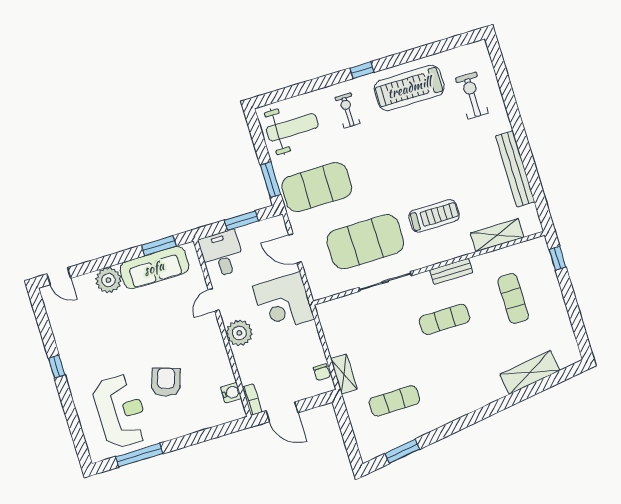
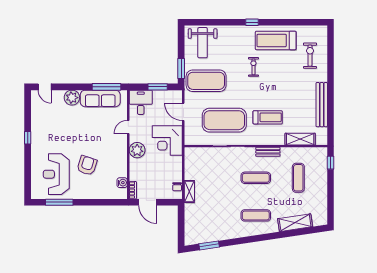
exercise bike: (347, 110) -> (253, 67), moved
weight bench: (292, 127) -> (203, 43), turned 90
window: (159, 246) -> (106, 87), width x1.44
exercise mat: (394, 401) -> (256, 215), moved
reception desk: (121, 411) -> (56, 174), turned 180

